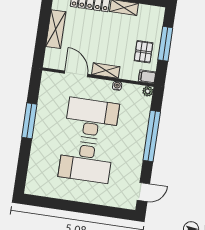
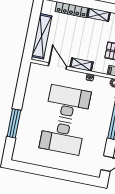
shelving: (56, 29) -> (42, 36), width x1.47
window: (29, 121) -> (14, 123), moved

